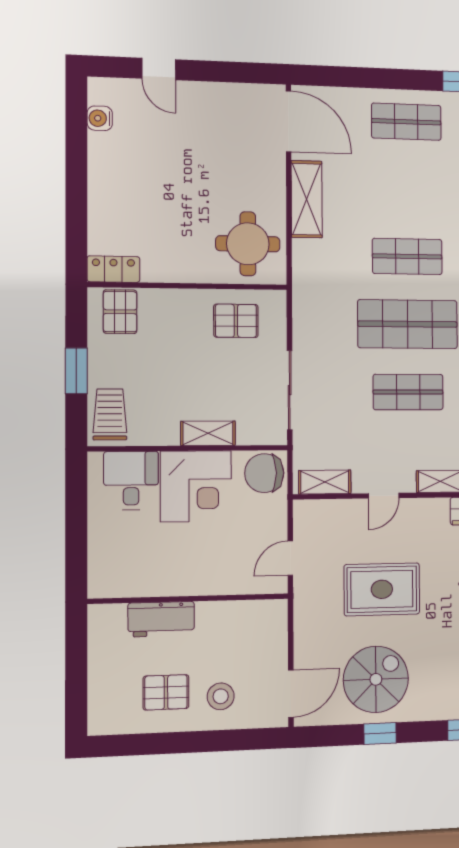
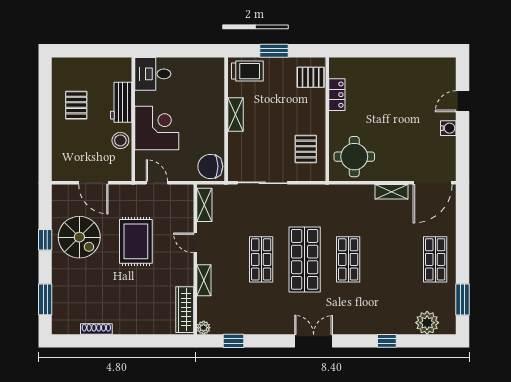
water cooler: (100, 118) -> (448, 128), moved, turned 90
shelving: (307, 199) -> (391, 192), width x0.67, depth x0.75
locker: (113, 269) -> (337, 95), moved
shelving: (208, 433) -> (235, 114), moved
chair: (264, 473) -> (210, 166), turned -90
desk: (131, 481) -> (153, 74), moved, turned 180
corner desk: (196, 486) -> (157, 128), moved, turned 180
door: (291, 694) -> (93, 183), moved
stool: (221, 696) -> (120, 140), moved

